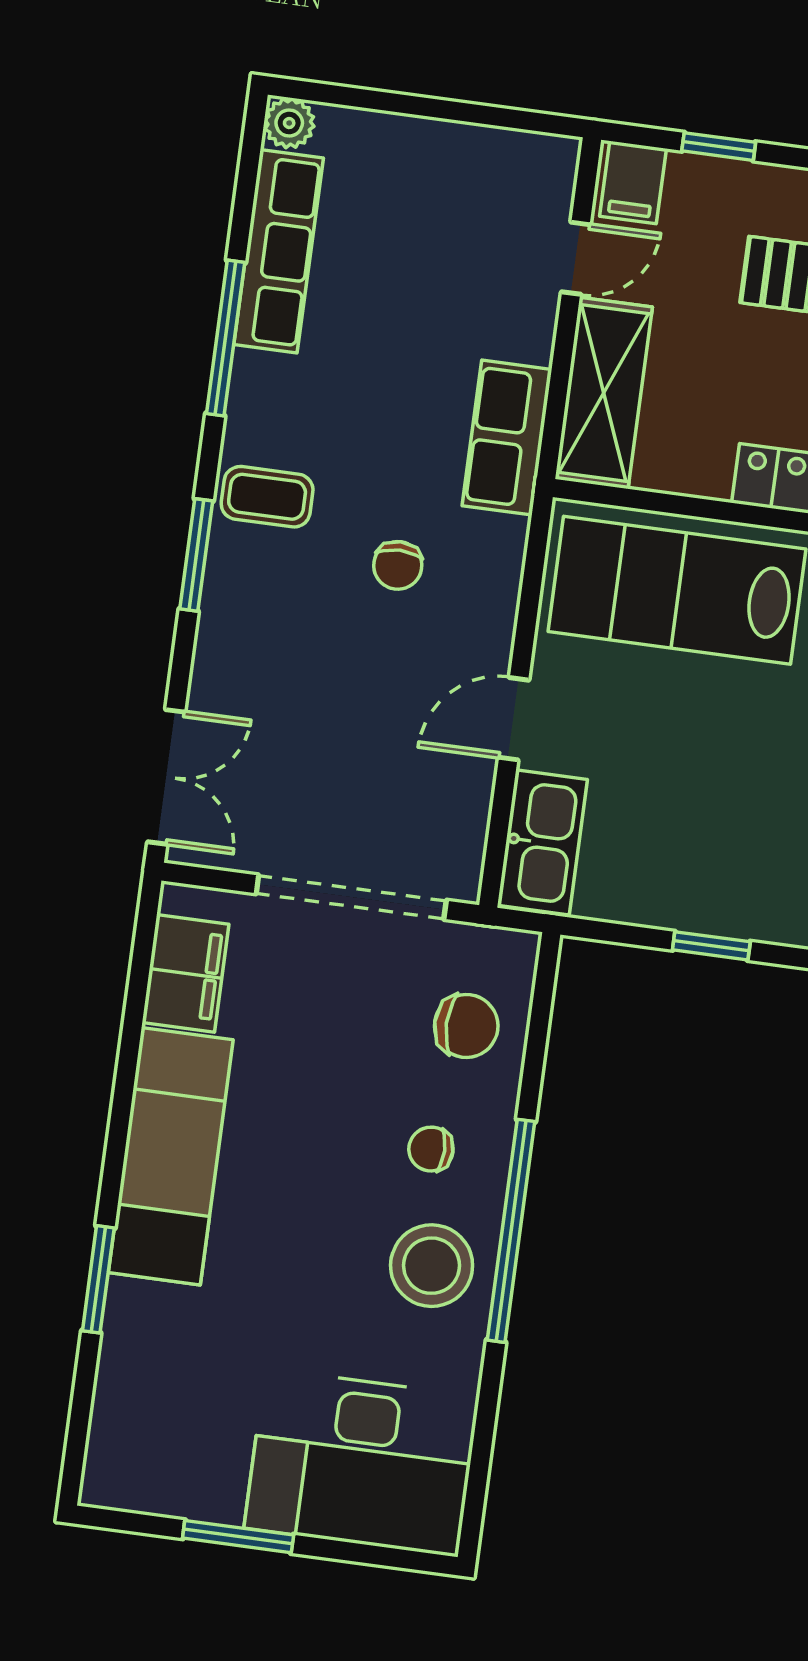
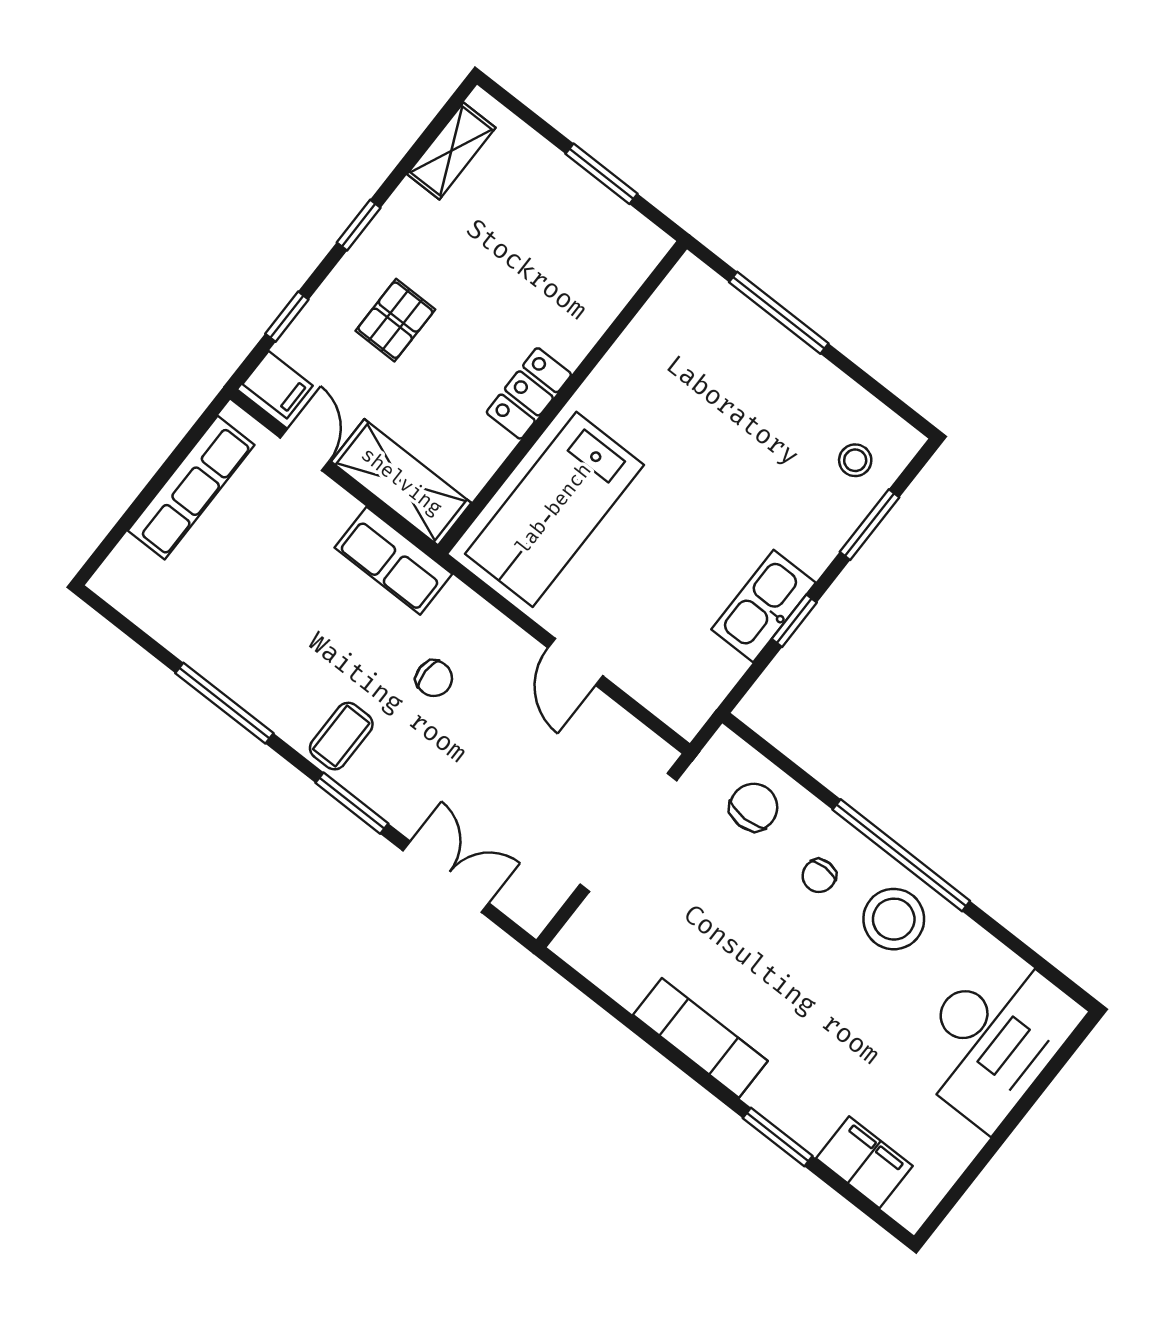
plant: (289, 123) -> (111, 582), removed
row of seats: (279, 251) -> (191, 488), moved, turned 90
double door: (166, 777) -> (446, 877), moved
kitchen sink: (542, 842) -> (763, 606), moved, turned -90
filing cabinet: (186, 973) -> (864, 1162), moved
exam couch: (171, 1156) -> (700, 1038), width x0.73, depth x0.69
window: (238, 1537) -> (994, 1144), removed

